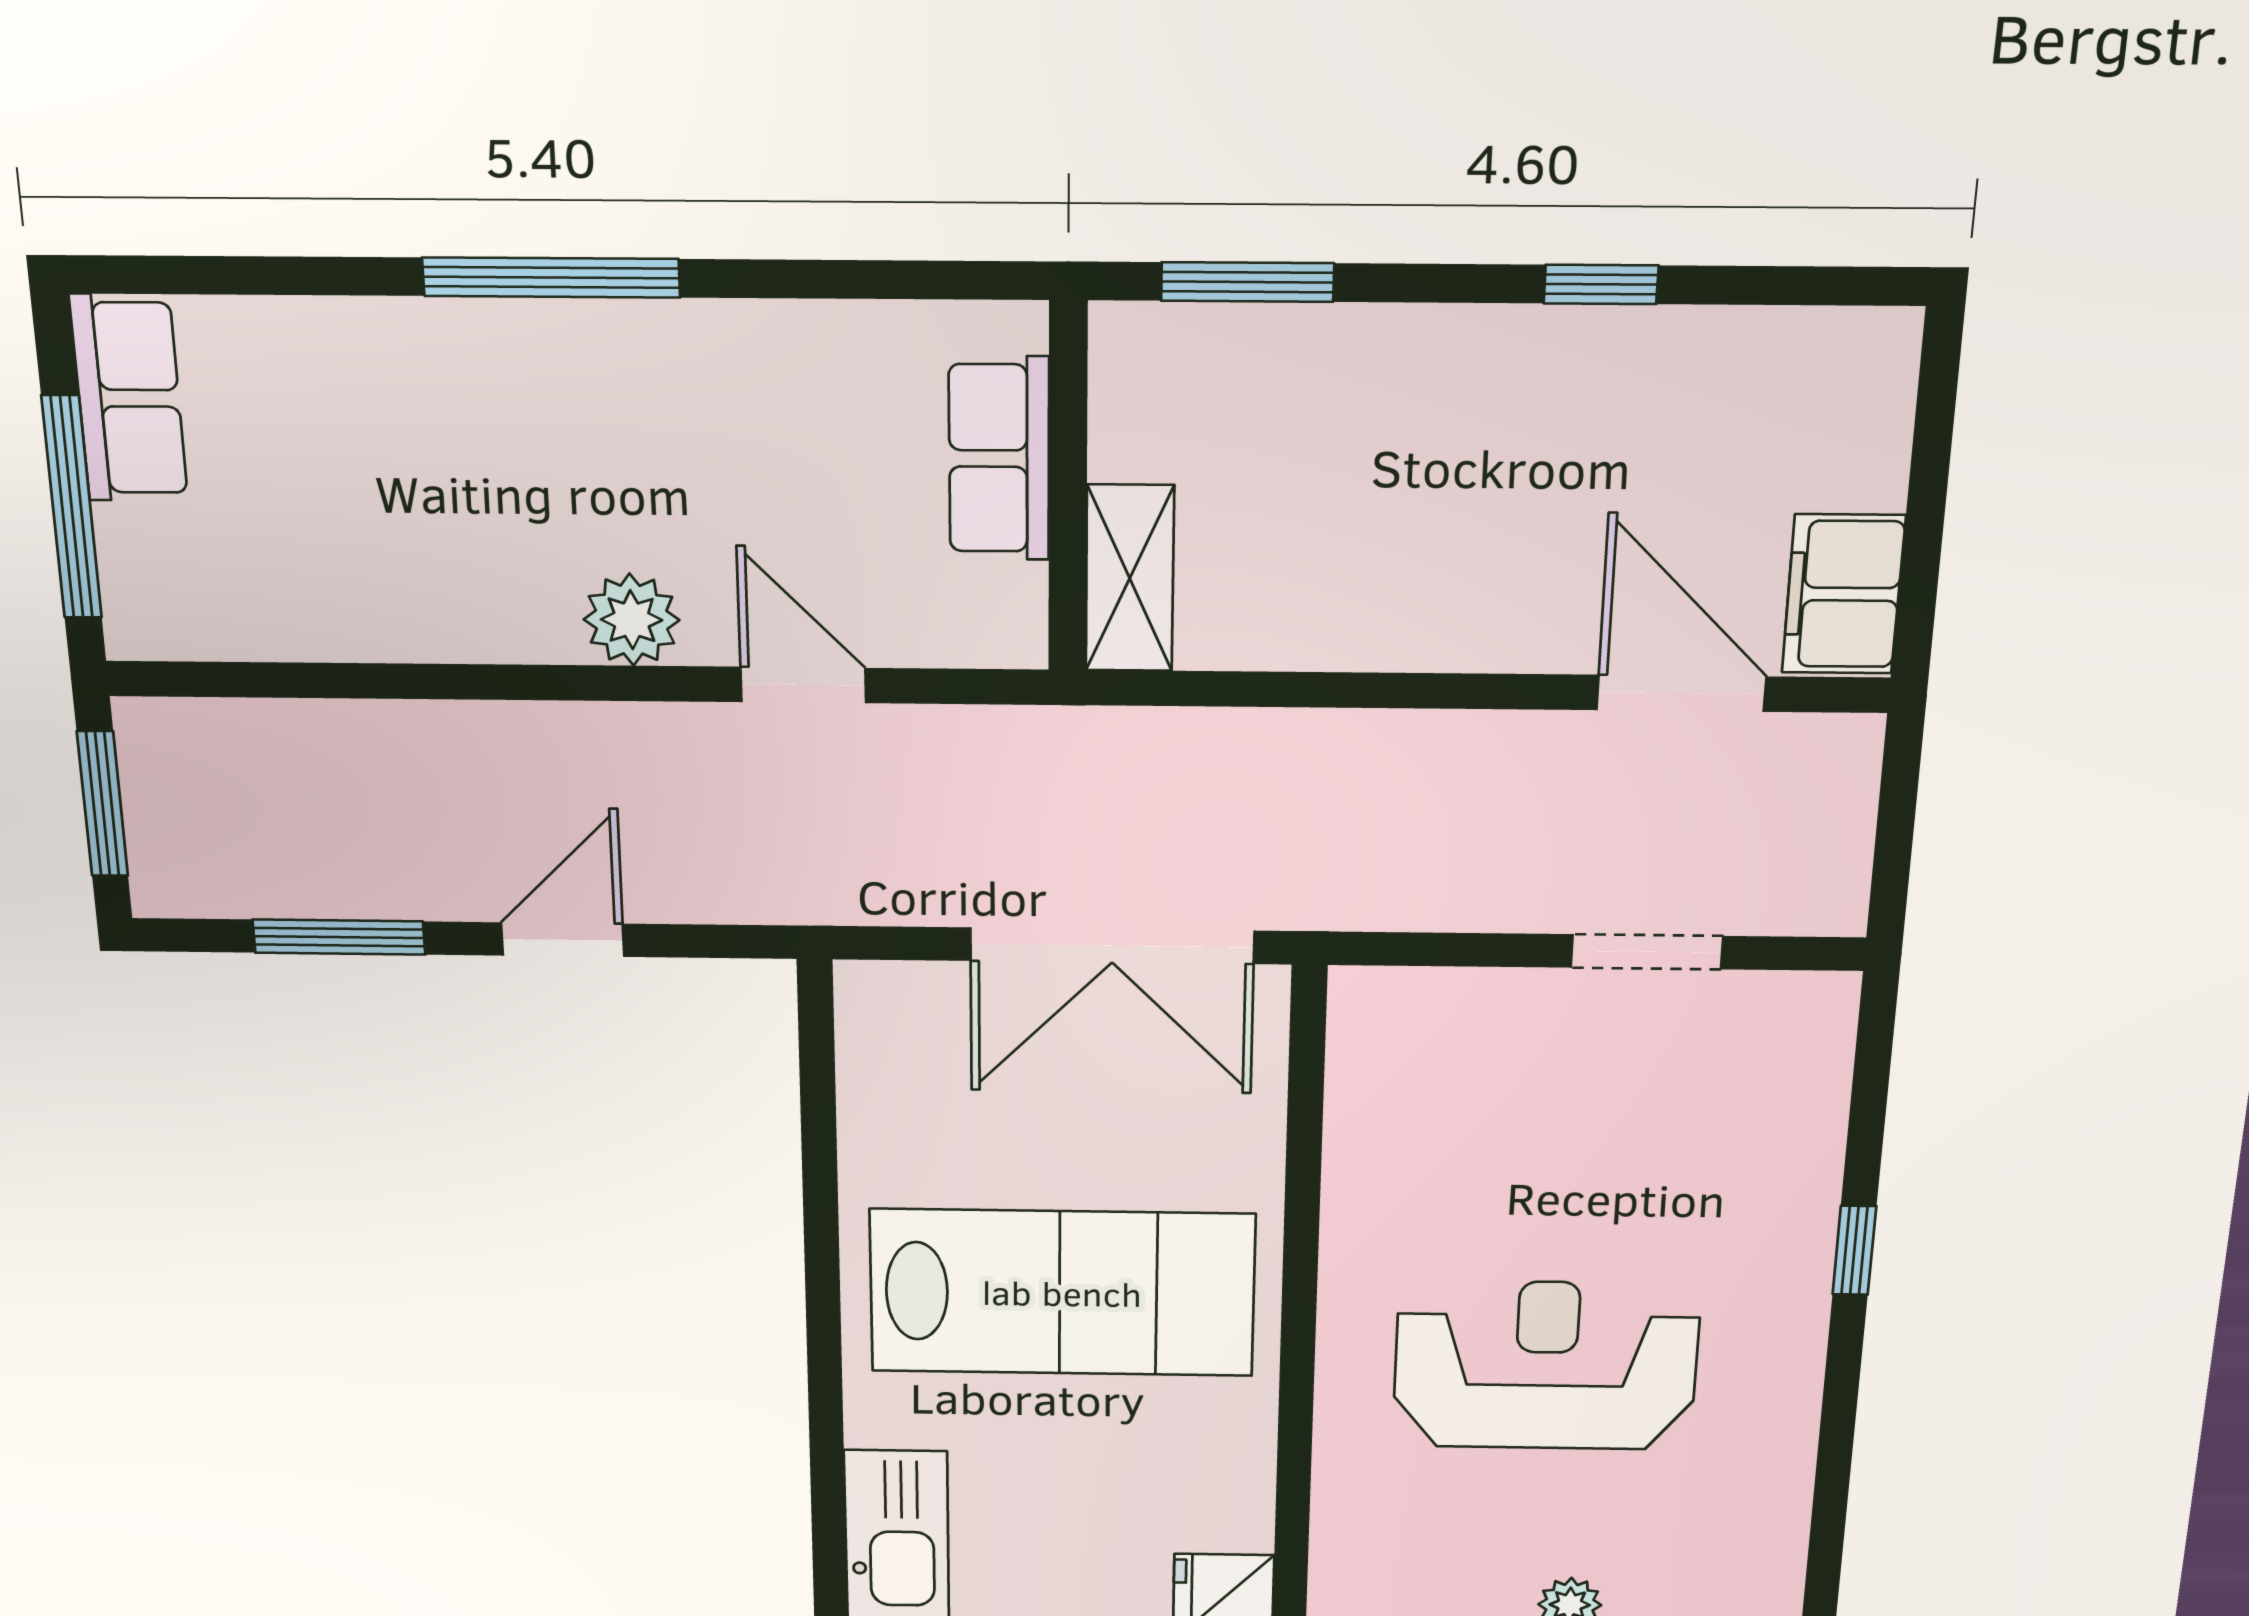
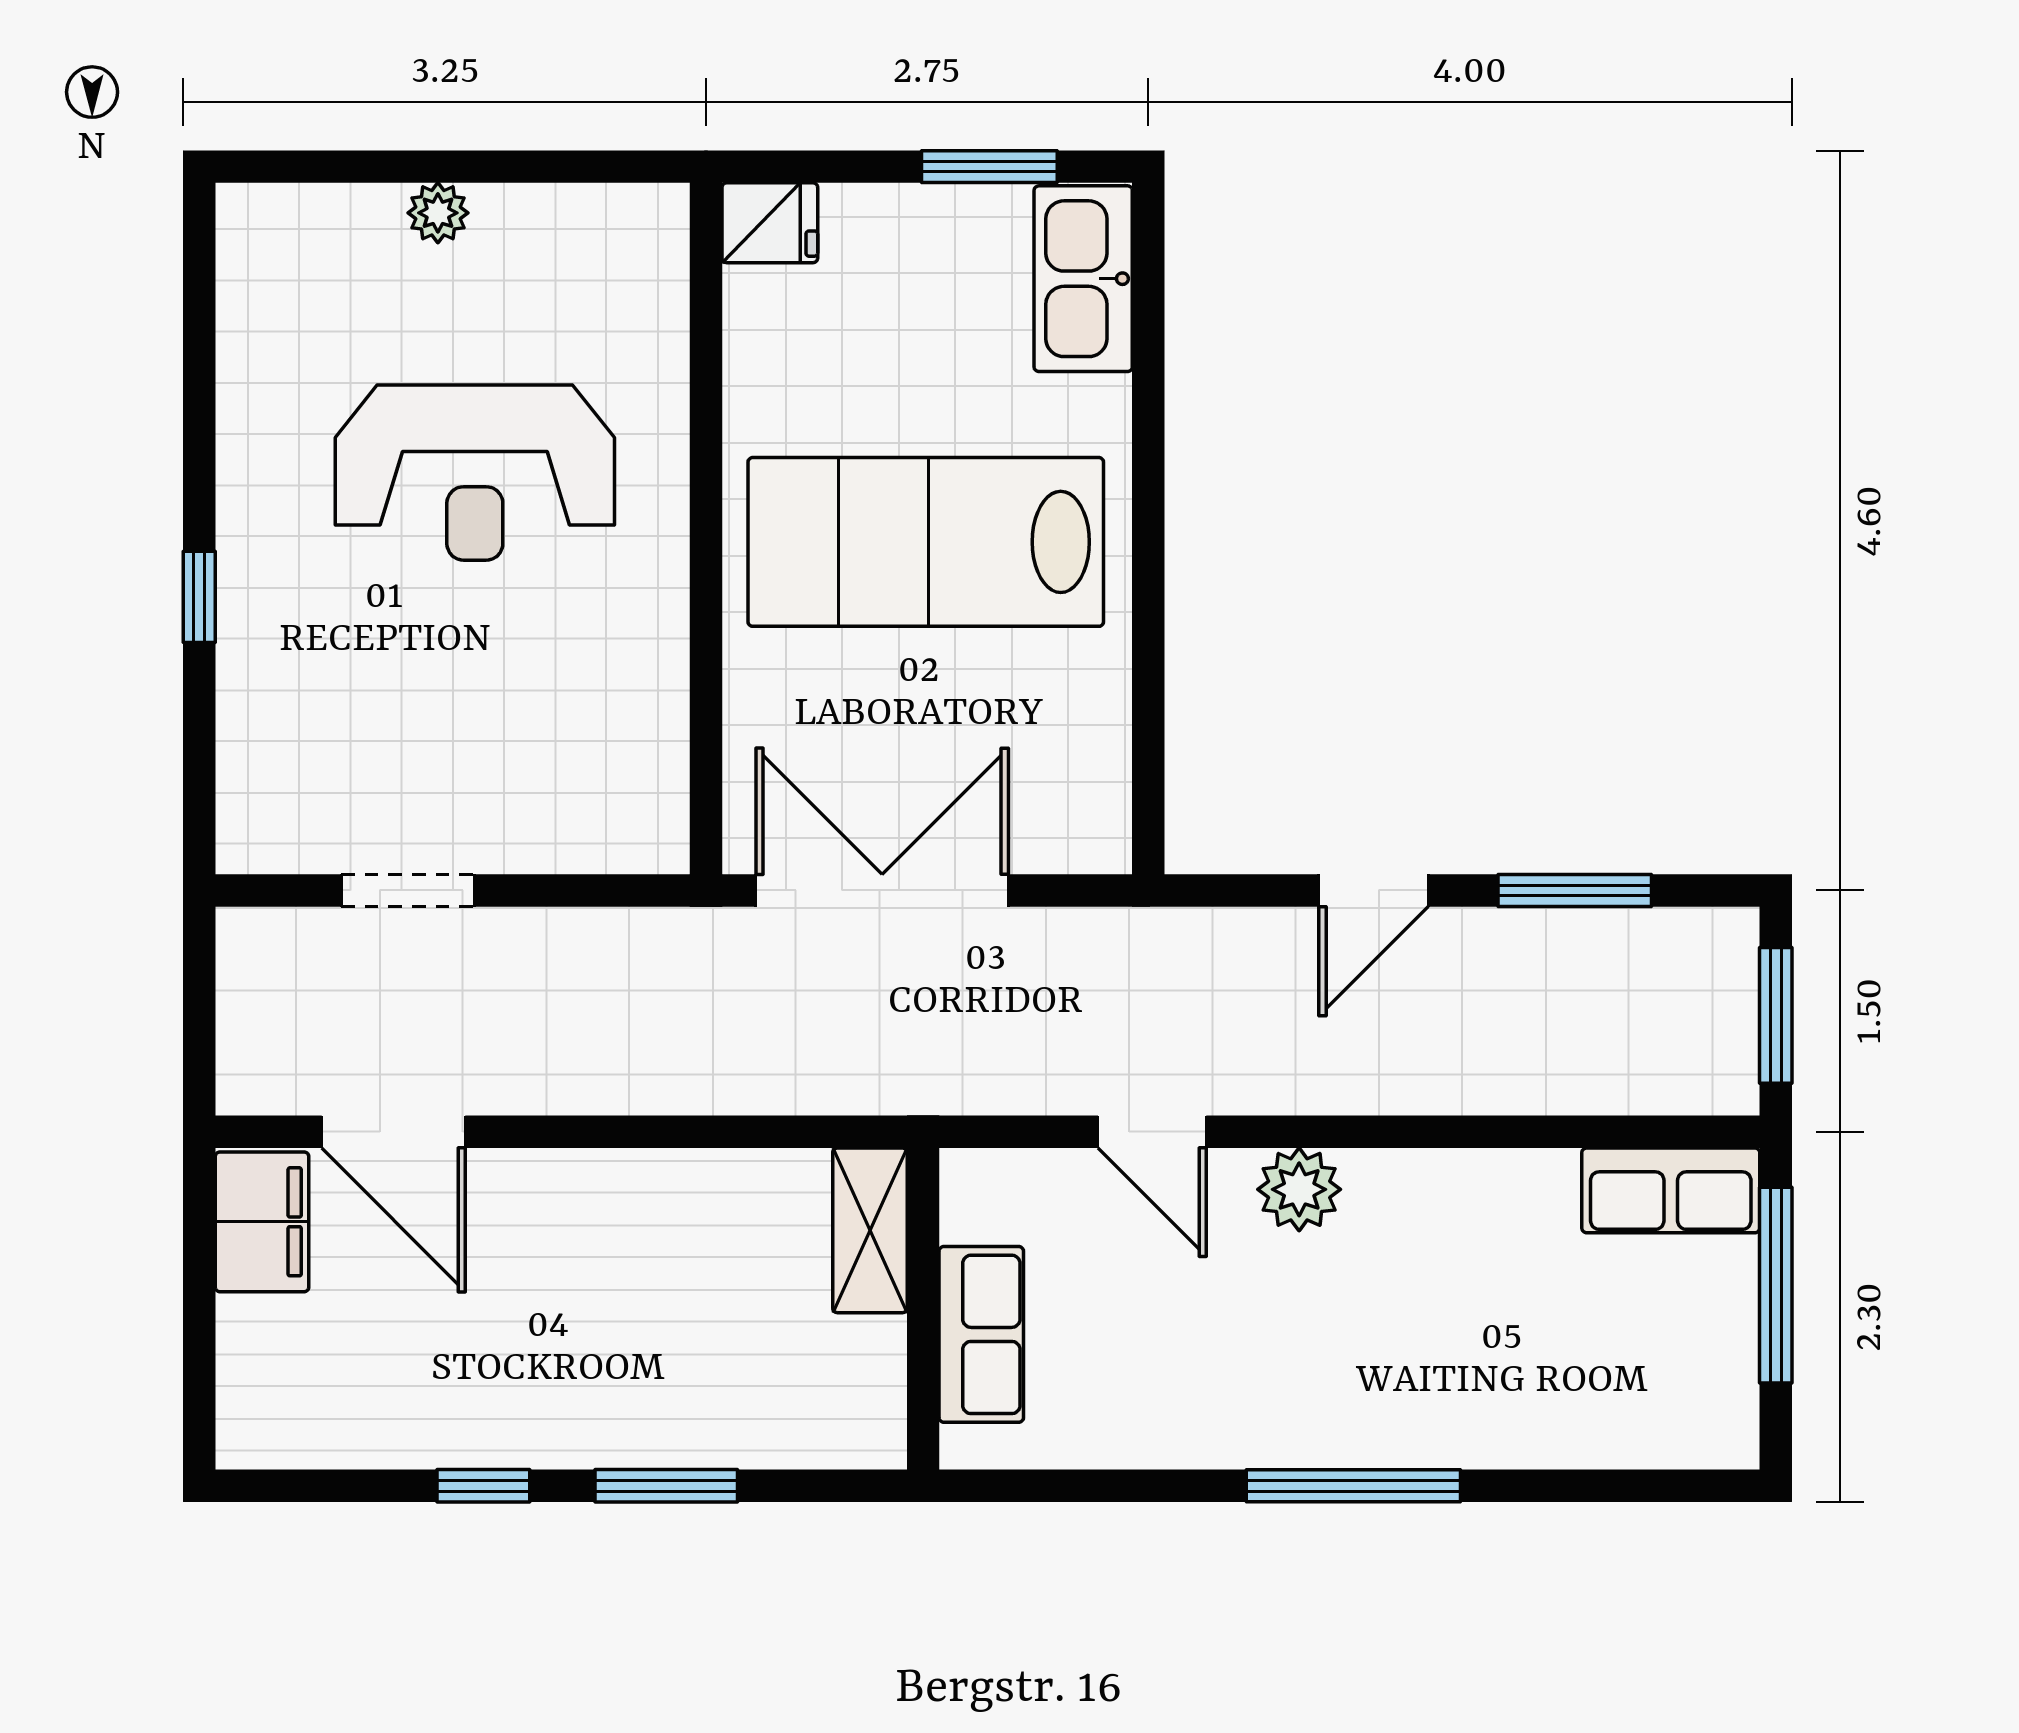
window: (1247, 282) -> (666, 1486), moved
row of seats: (129, 398) -> (1671, 1190), moved, turned -90

